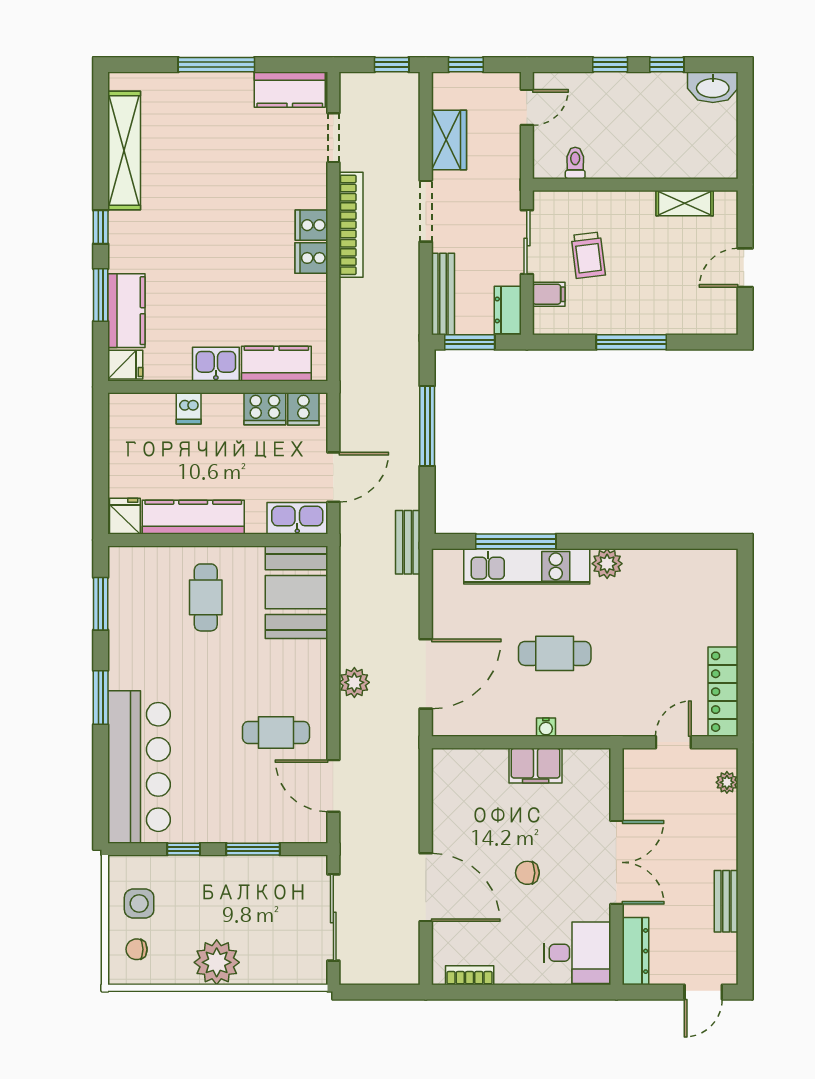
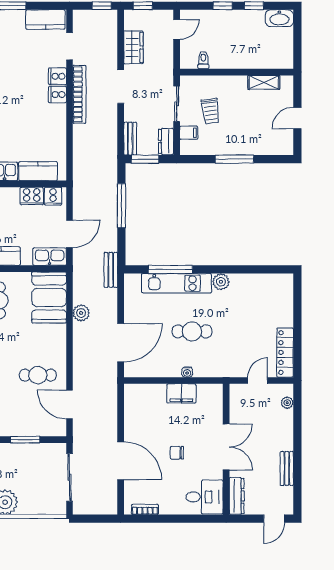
cooker: (311, 258) -> (57, 76), moved
bench: (443, 294) -> (130, 139), width x0.73
plant: (354, 682) -> (81, 313), moved

